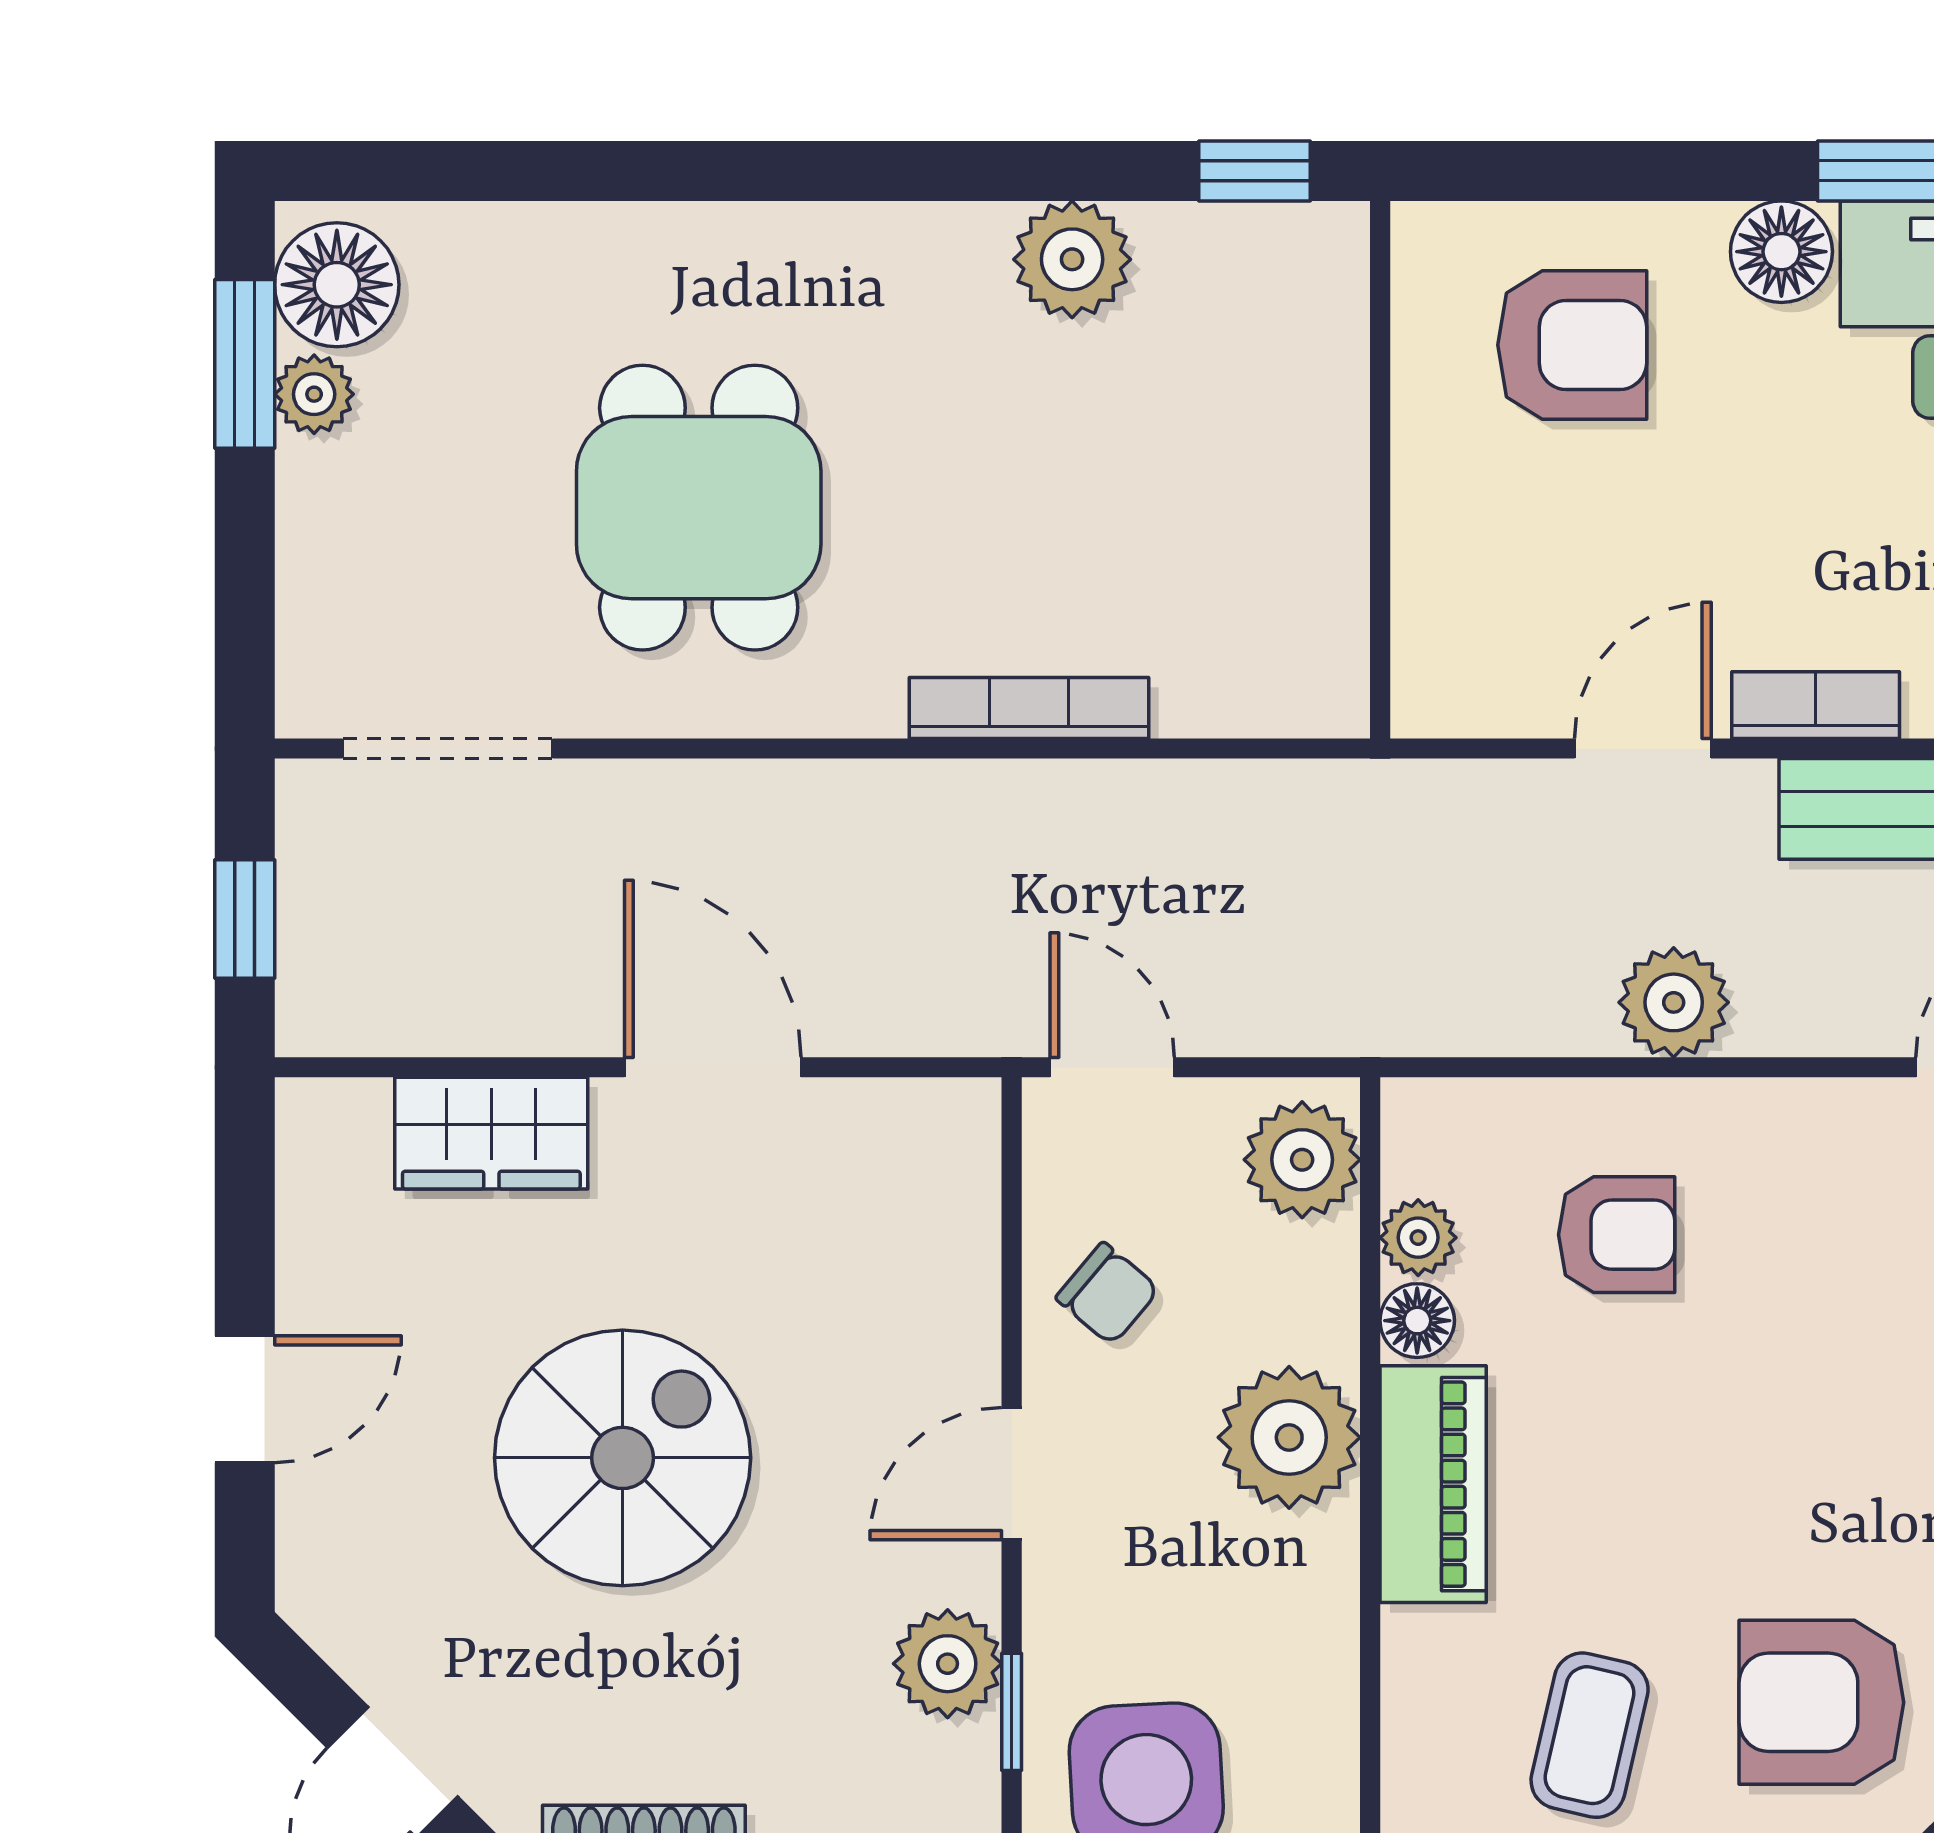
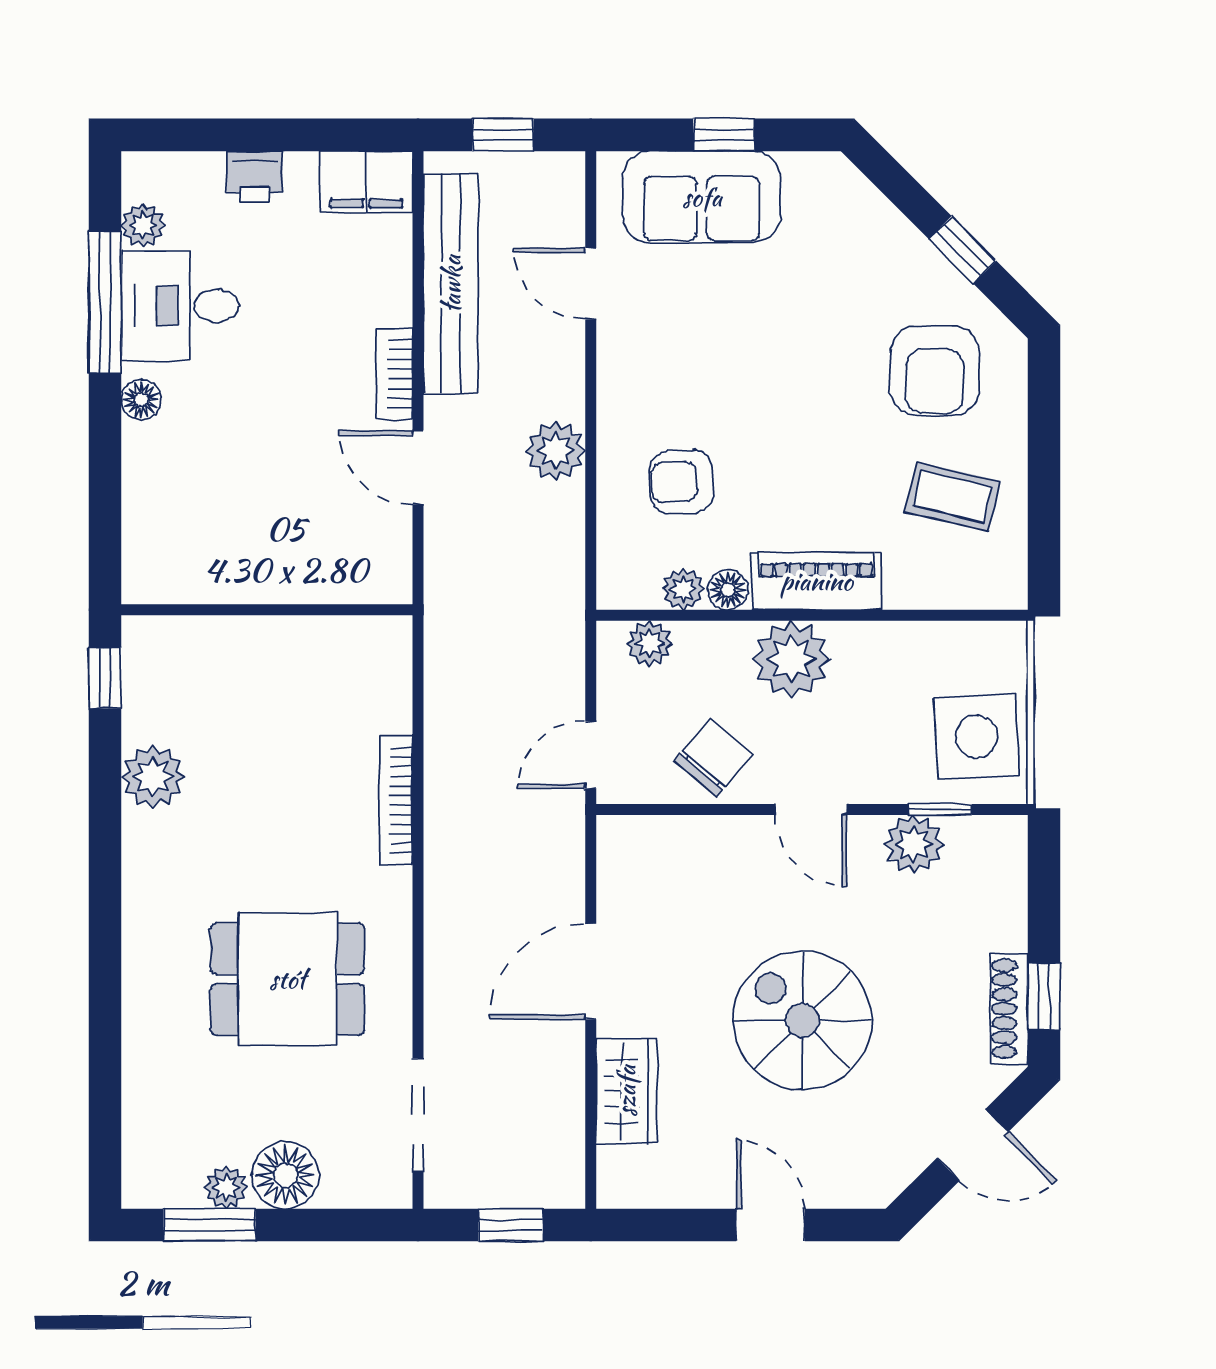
floor lamp: (1781, 252) -> (141, 400), width x0.73, depth x0.73
floor lamp: (337, 285) -> (285, 1175), moved
armchair: (1572, 345) -> (199, 506), removed
plant: (1302, 1160) -> (649, 643), width x0.73, depth x0.73
armchair: (1617, 1235) -> (681, 482), turned -93
chair: (1108, 1294) -> (713, 758), width x1.37, depth x1.37

